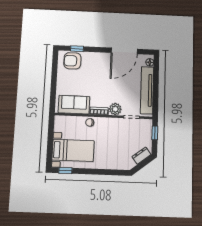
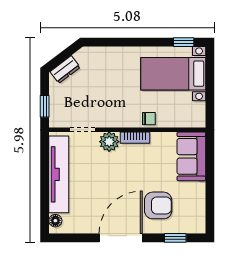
door: (124, 51) -> (121, 238), moved
armchair: (72, 61) -> (158, 205), moved
sofa: (74, 105) -> (191, 156), moved, turned 90

